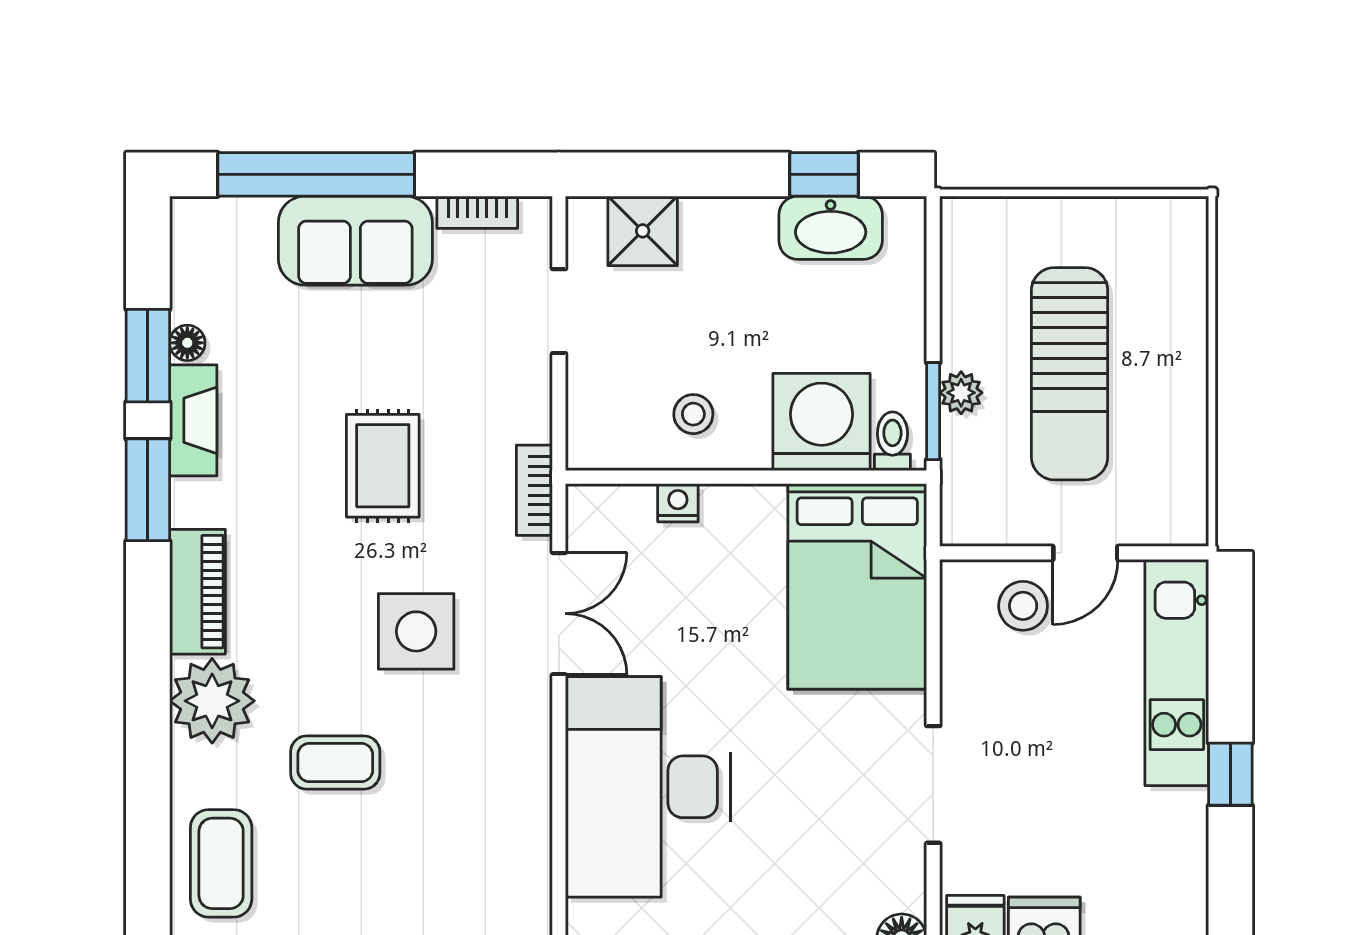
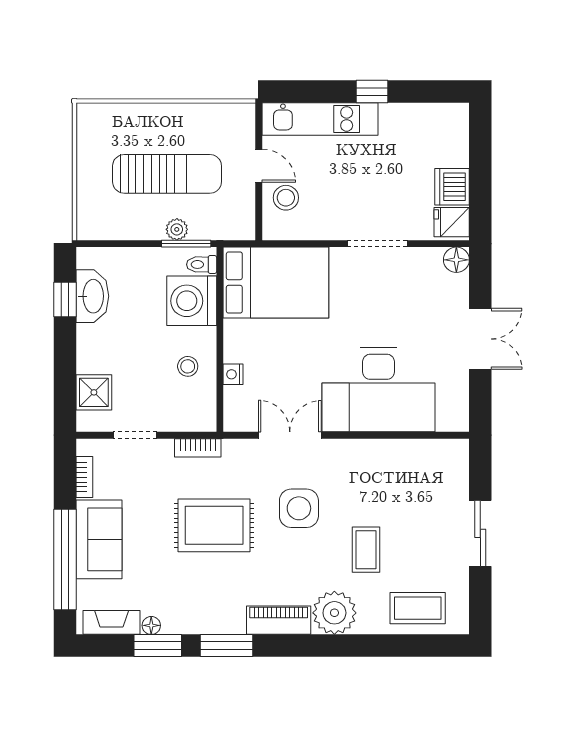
fireplace: (193, 420) -> (112, 622), moved
rug: (383, 466) -> (214, 525), width x1.36, depth x1.43
bookcase: (534, 490) -> (198, 448), moved

